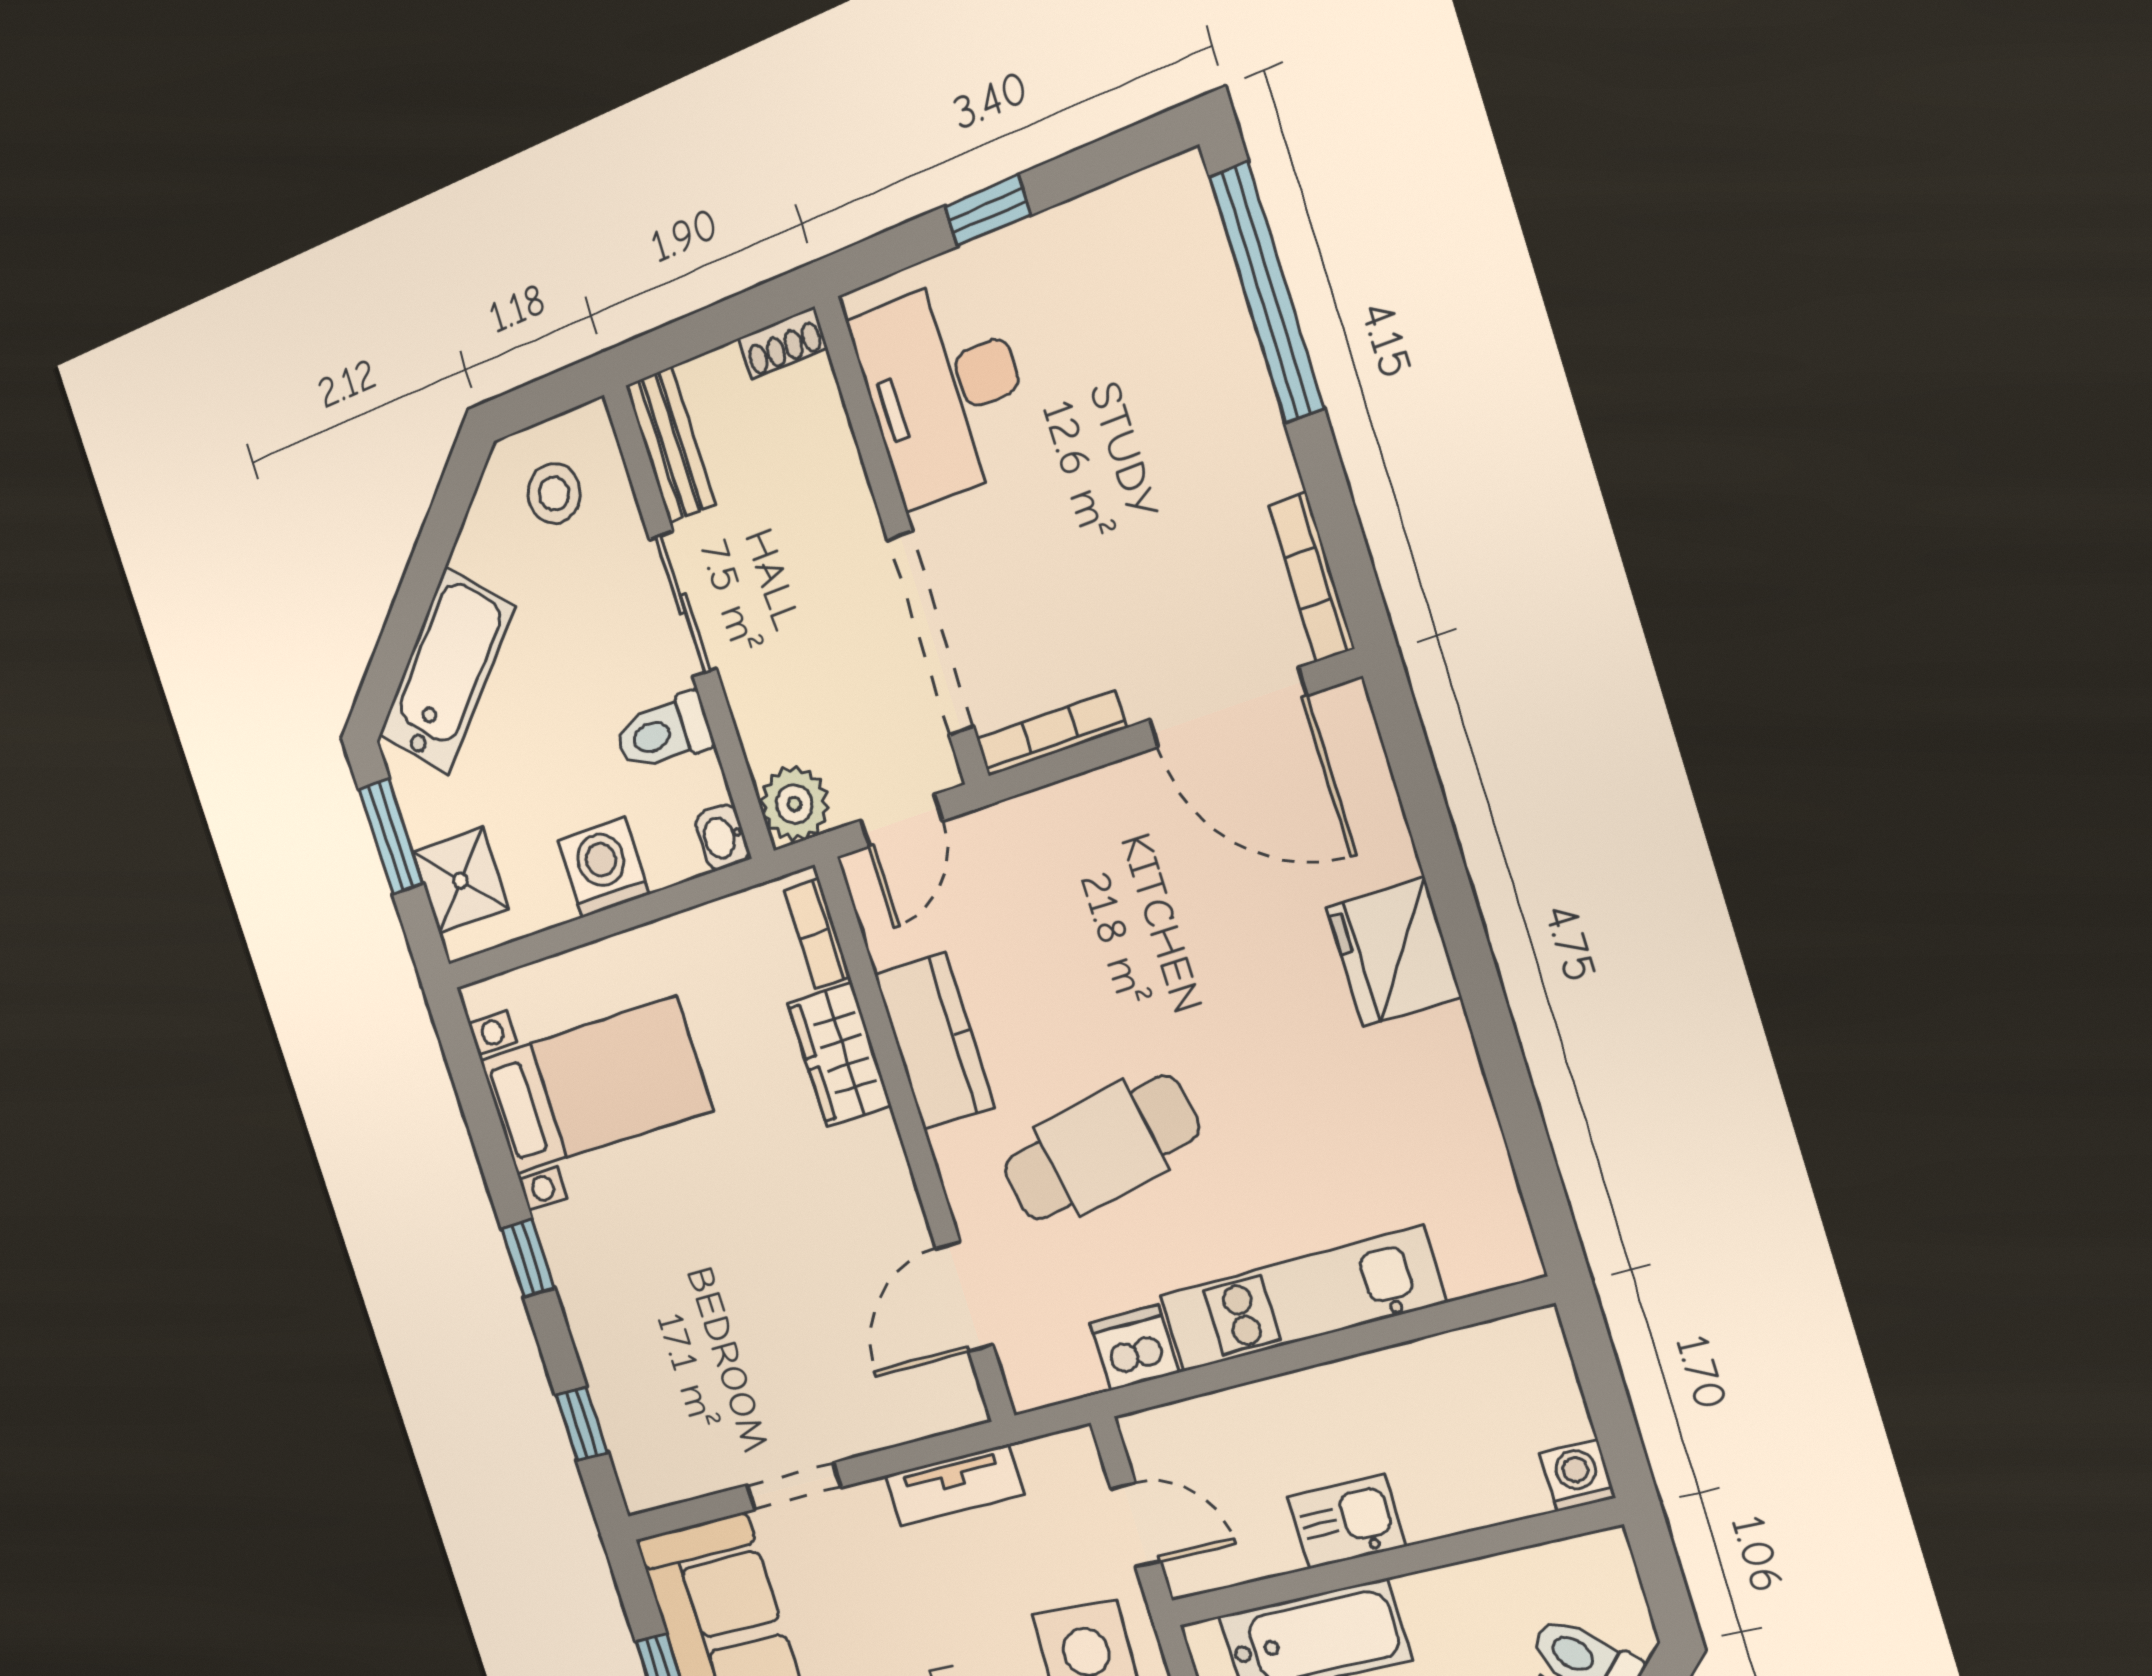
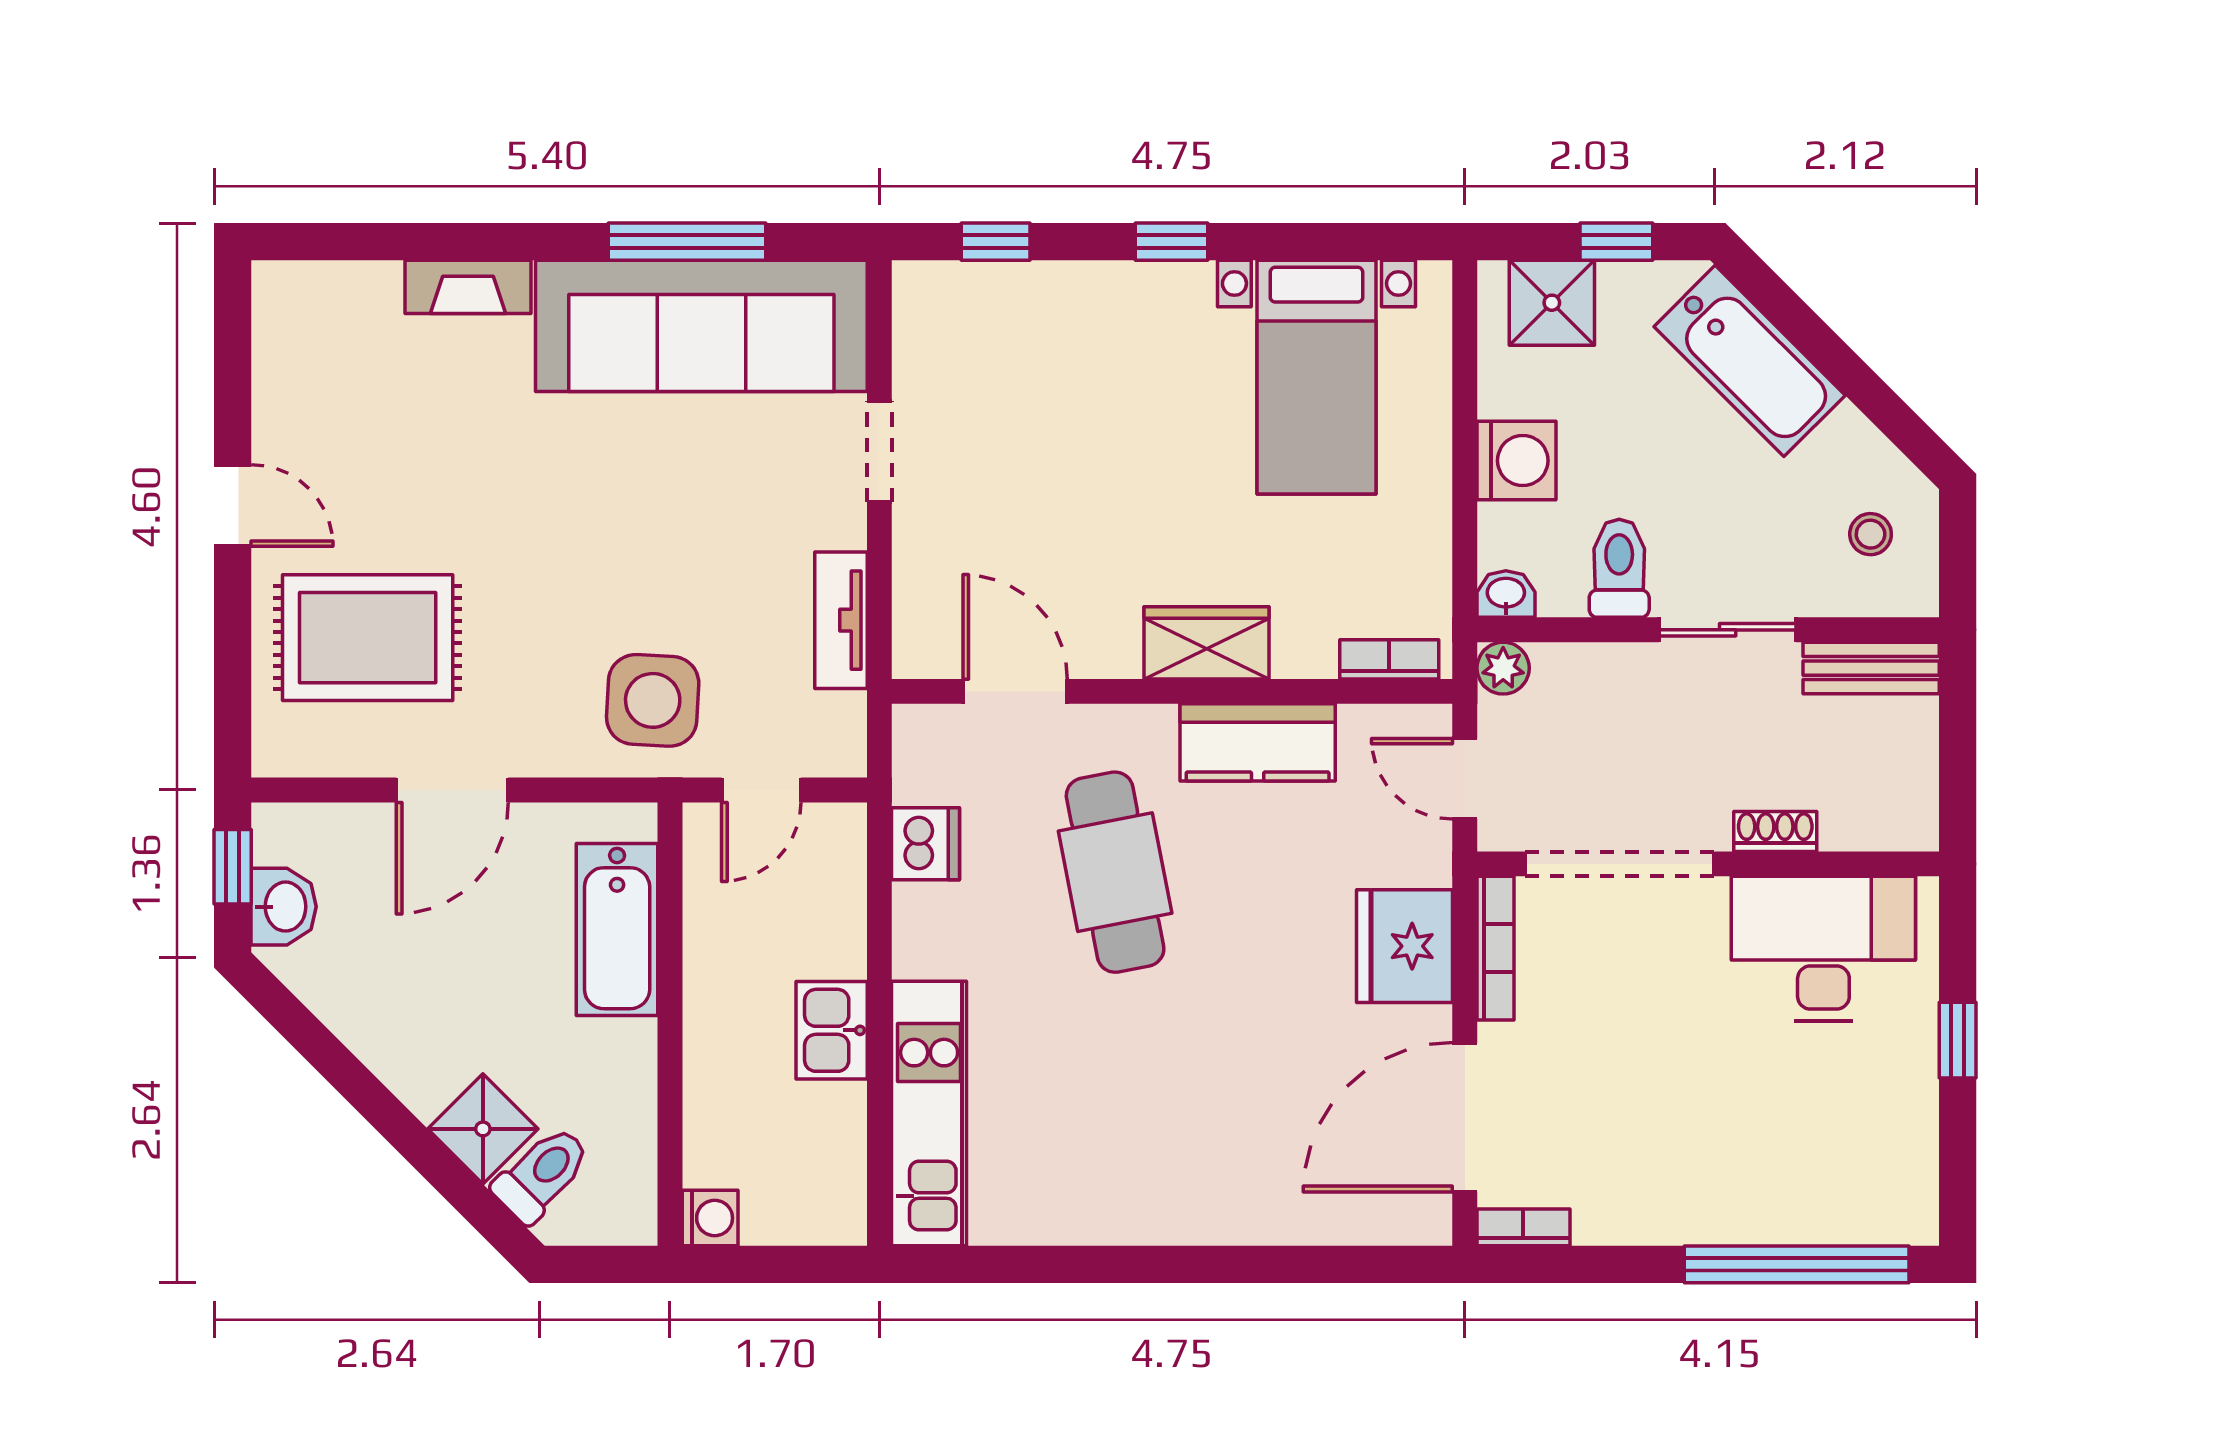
shoe rack: (783, 343) -> (1775, 831), moved, turned 90
stool: (554, 494) -> (1871, 534), width x0.73, depth x0.73
bookcase: (1311, 577) -> (1523, 1227), width x0.64
plant: (794, 804) -> (1503, 668), width x0.73, depth x0.73
window: (391, 837) -> (1616, 242), width x0.67
fridge: (1394, 952) -> (1405, 946), moved, turned -90
wardrobe: (839, 1055) -> (1207, 643), moved
kitchen unit: (1302, 1299) -> (929, 1113), moved
kitchen sink: (1347, 1521) -> (832, 1030), moved, turned 180

